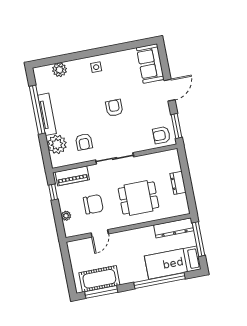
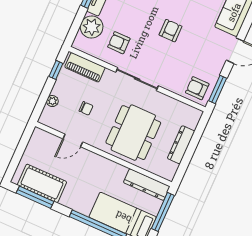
armchair: (84, 142) -> (119, 43), turned 90
dresser: (178, 183) -> (181, 145), width x1.44
dining table: (138, 198) -> (133, 133), width x1.37
chair: (93, 204) -> (86, 108), width x0.54, depth x0.54

